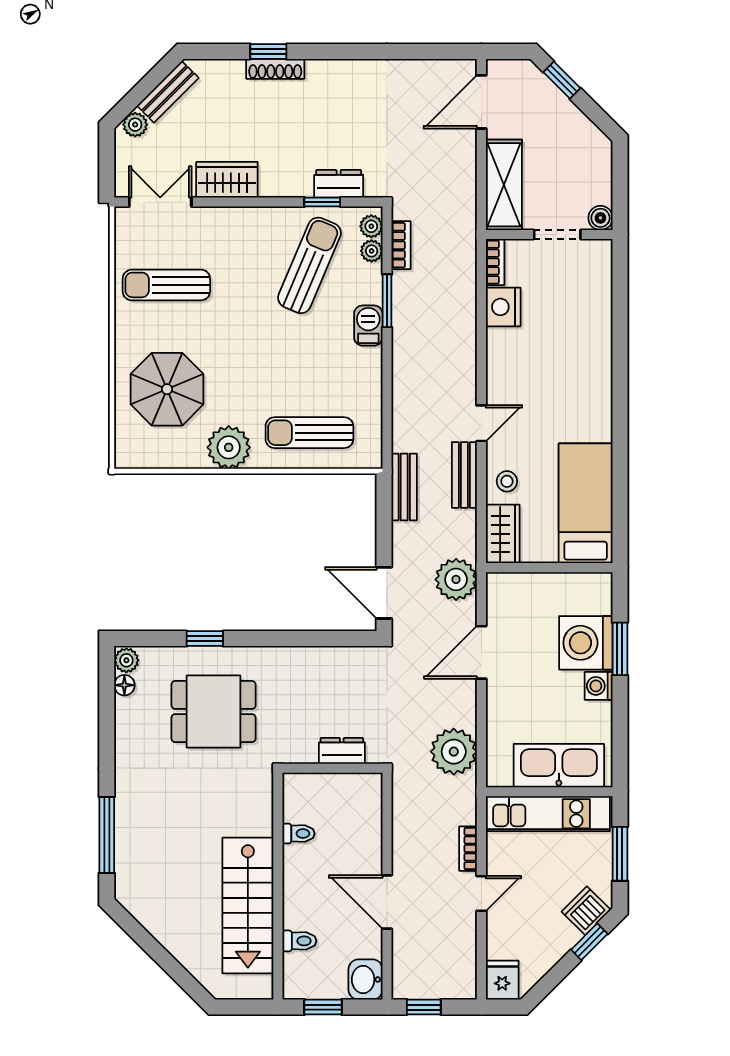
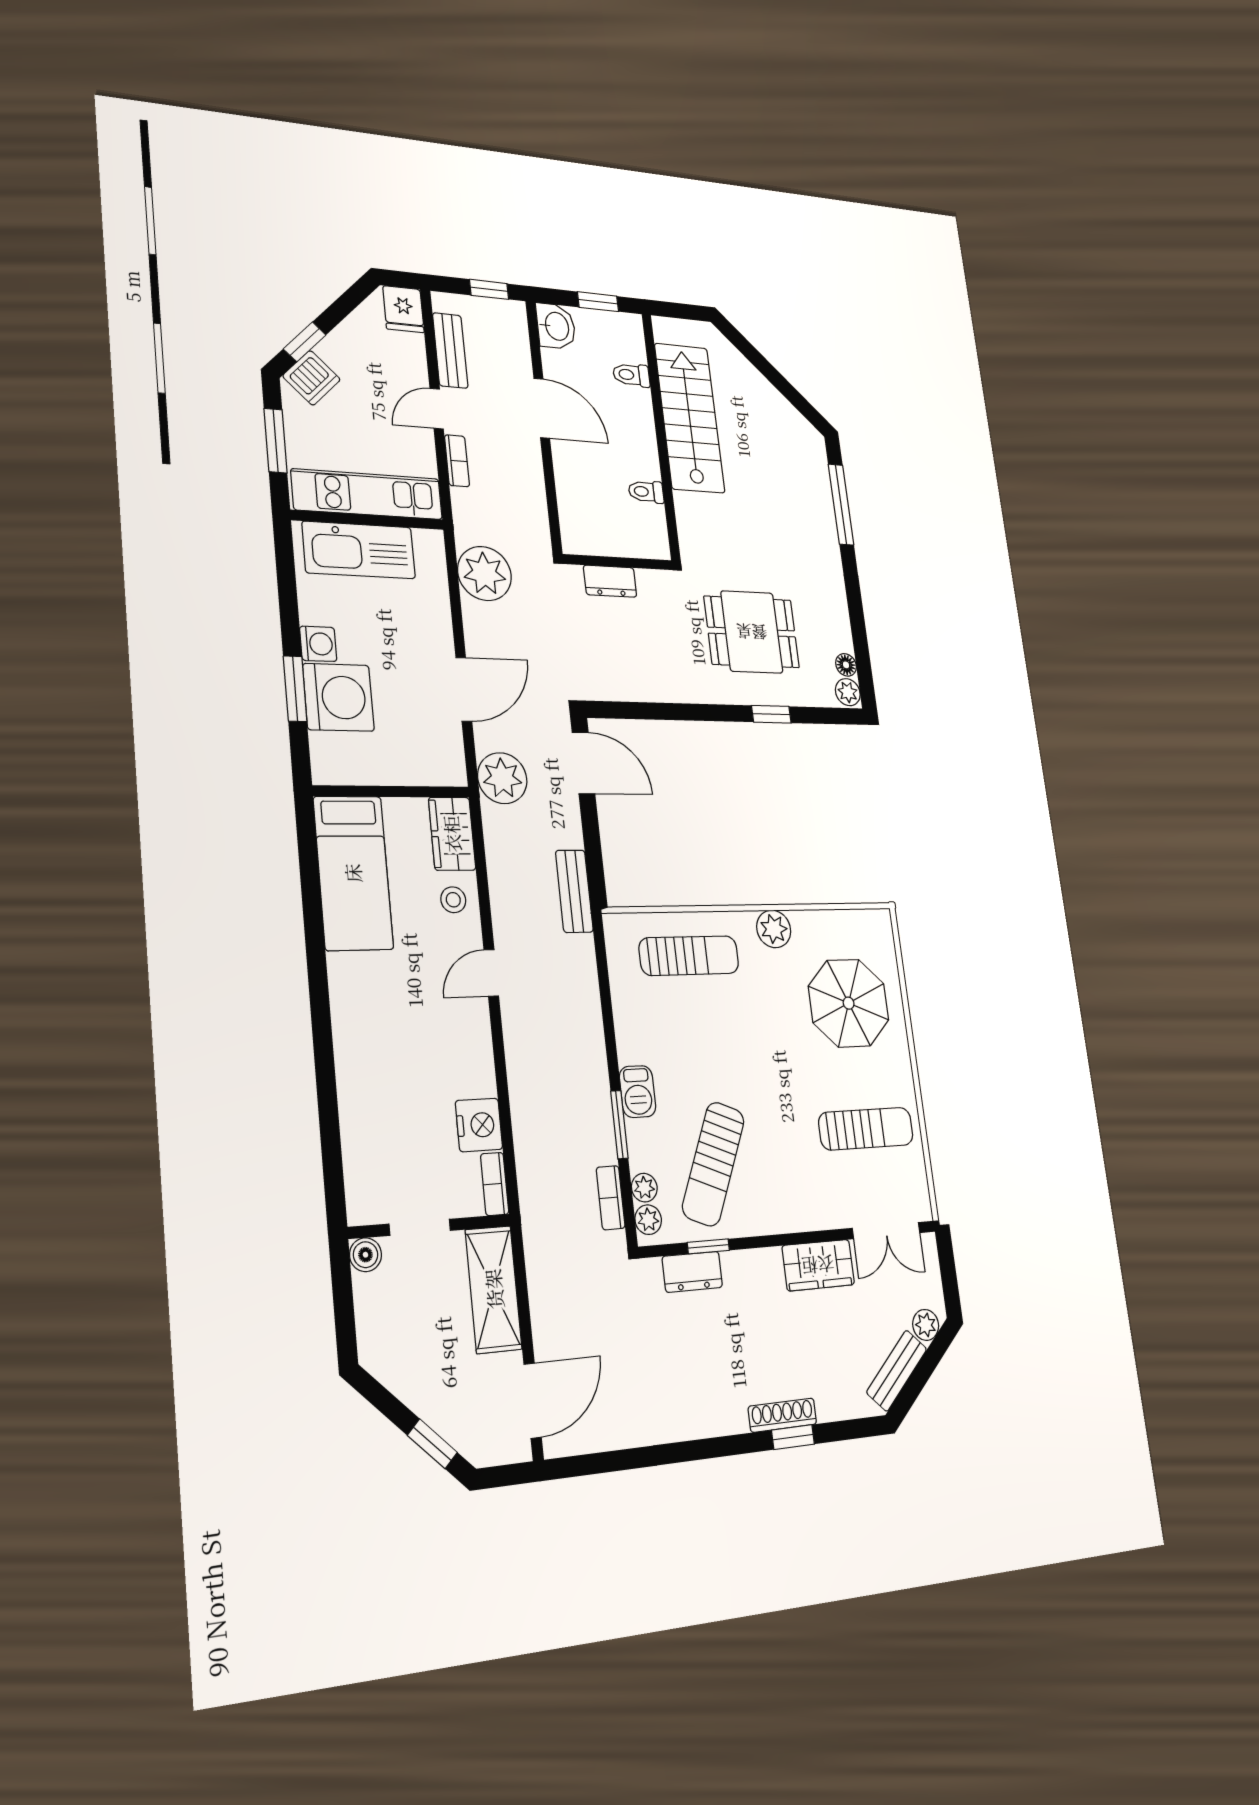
plant: (229, 447) -> (774, 929), width x0.73, depth x0.73
bench: (464, 475) -> (450, 350), moved

